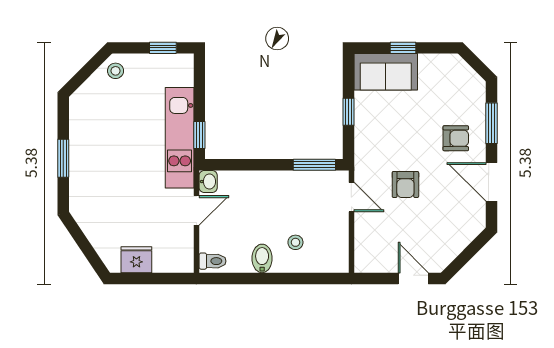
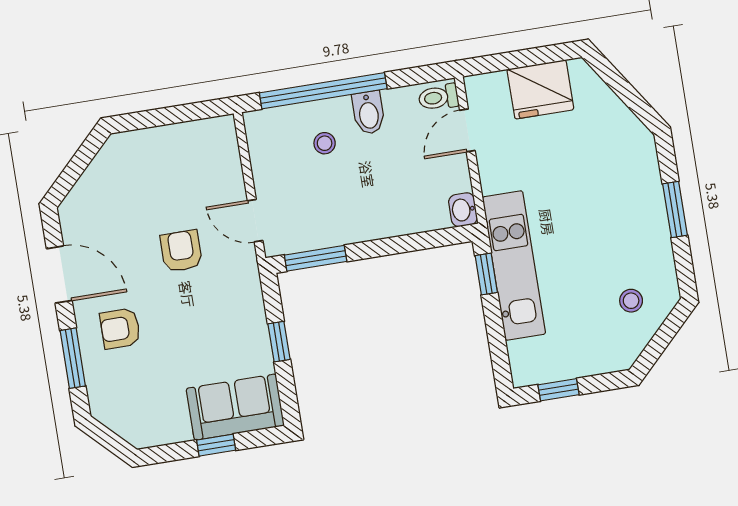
stool: (116, 71) -> (631, 301), moved
door: (196, 210) -> (467, 130), moved
fridge: (136, 260) -> (540, 89), width x1.36, depth x1.34
window: (291, 278) -> (323, 91), added
door: (413, 278) -> (148, 119), removed

